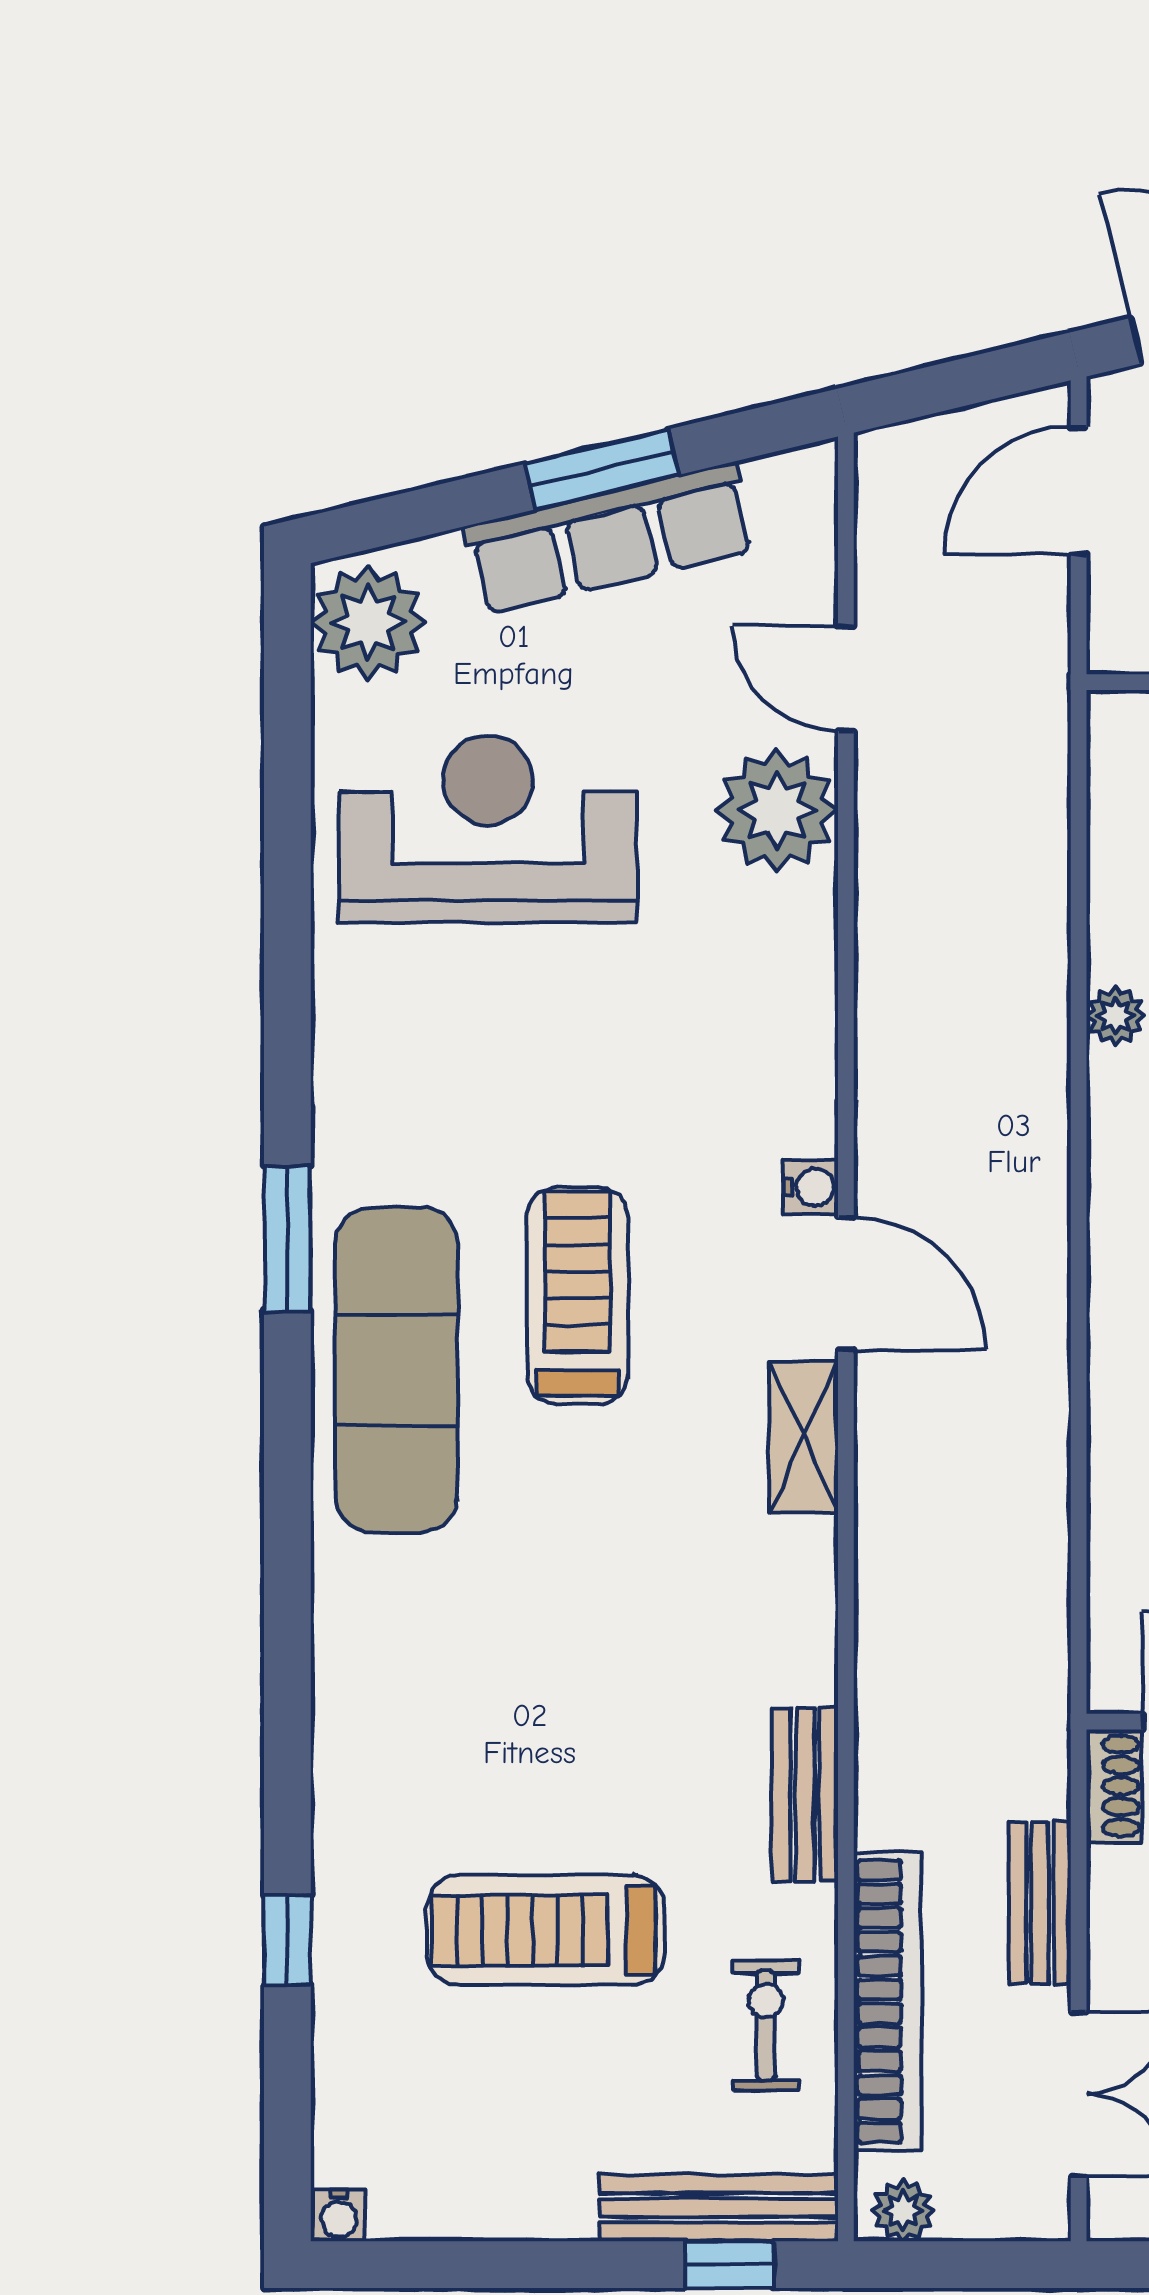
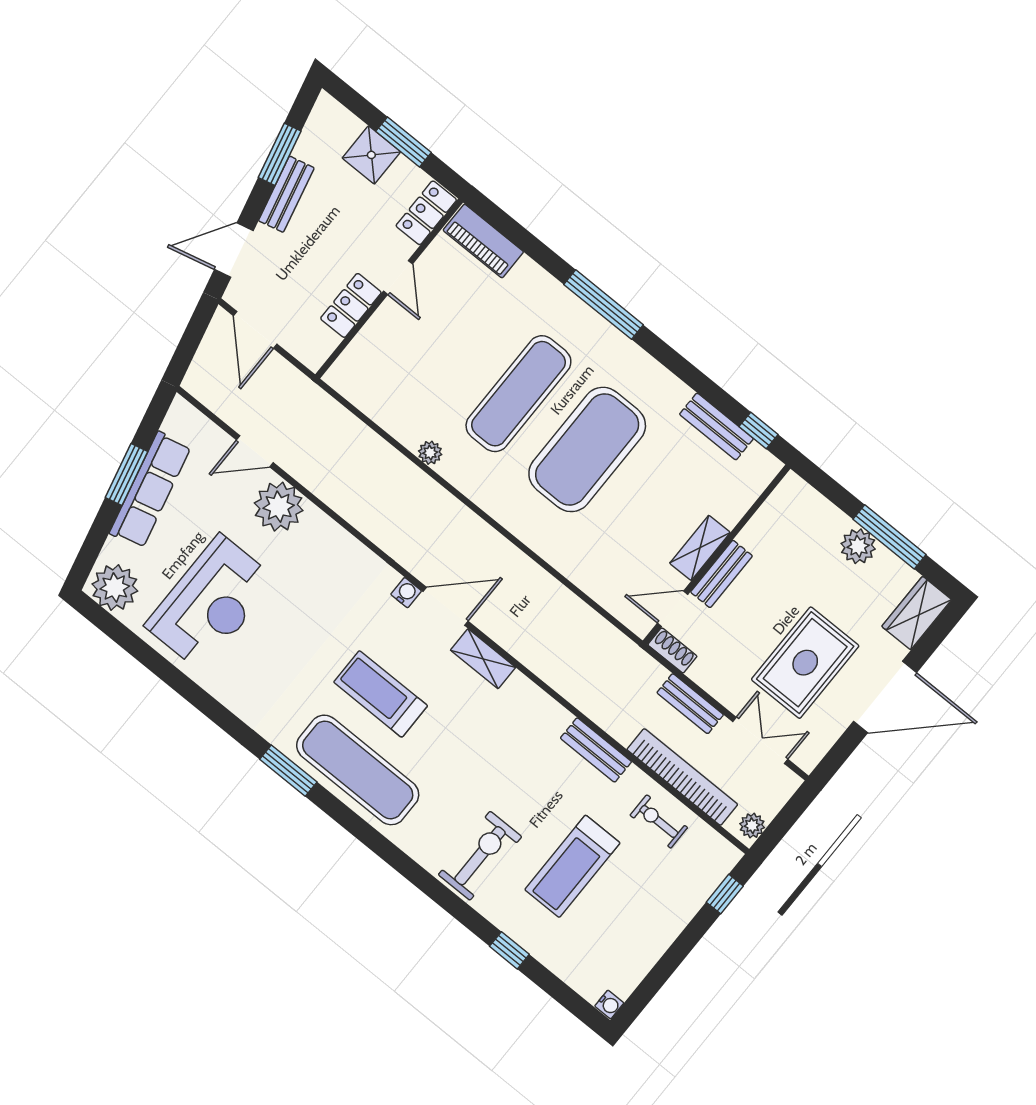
reception desk: (488, 829) -> (211, 603), turned 180
exercise bike: (423, 1737) -> (480, 856), added
bench: (719, 2208) -> (704, 883), removed

